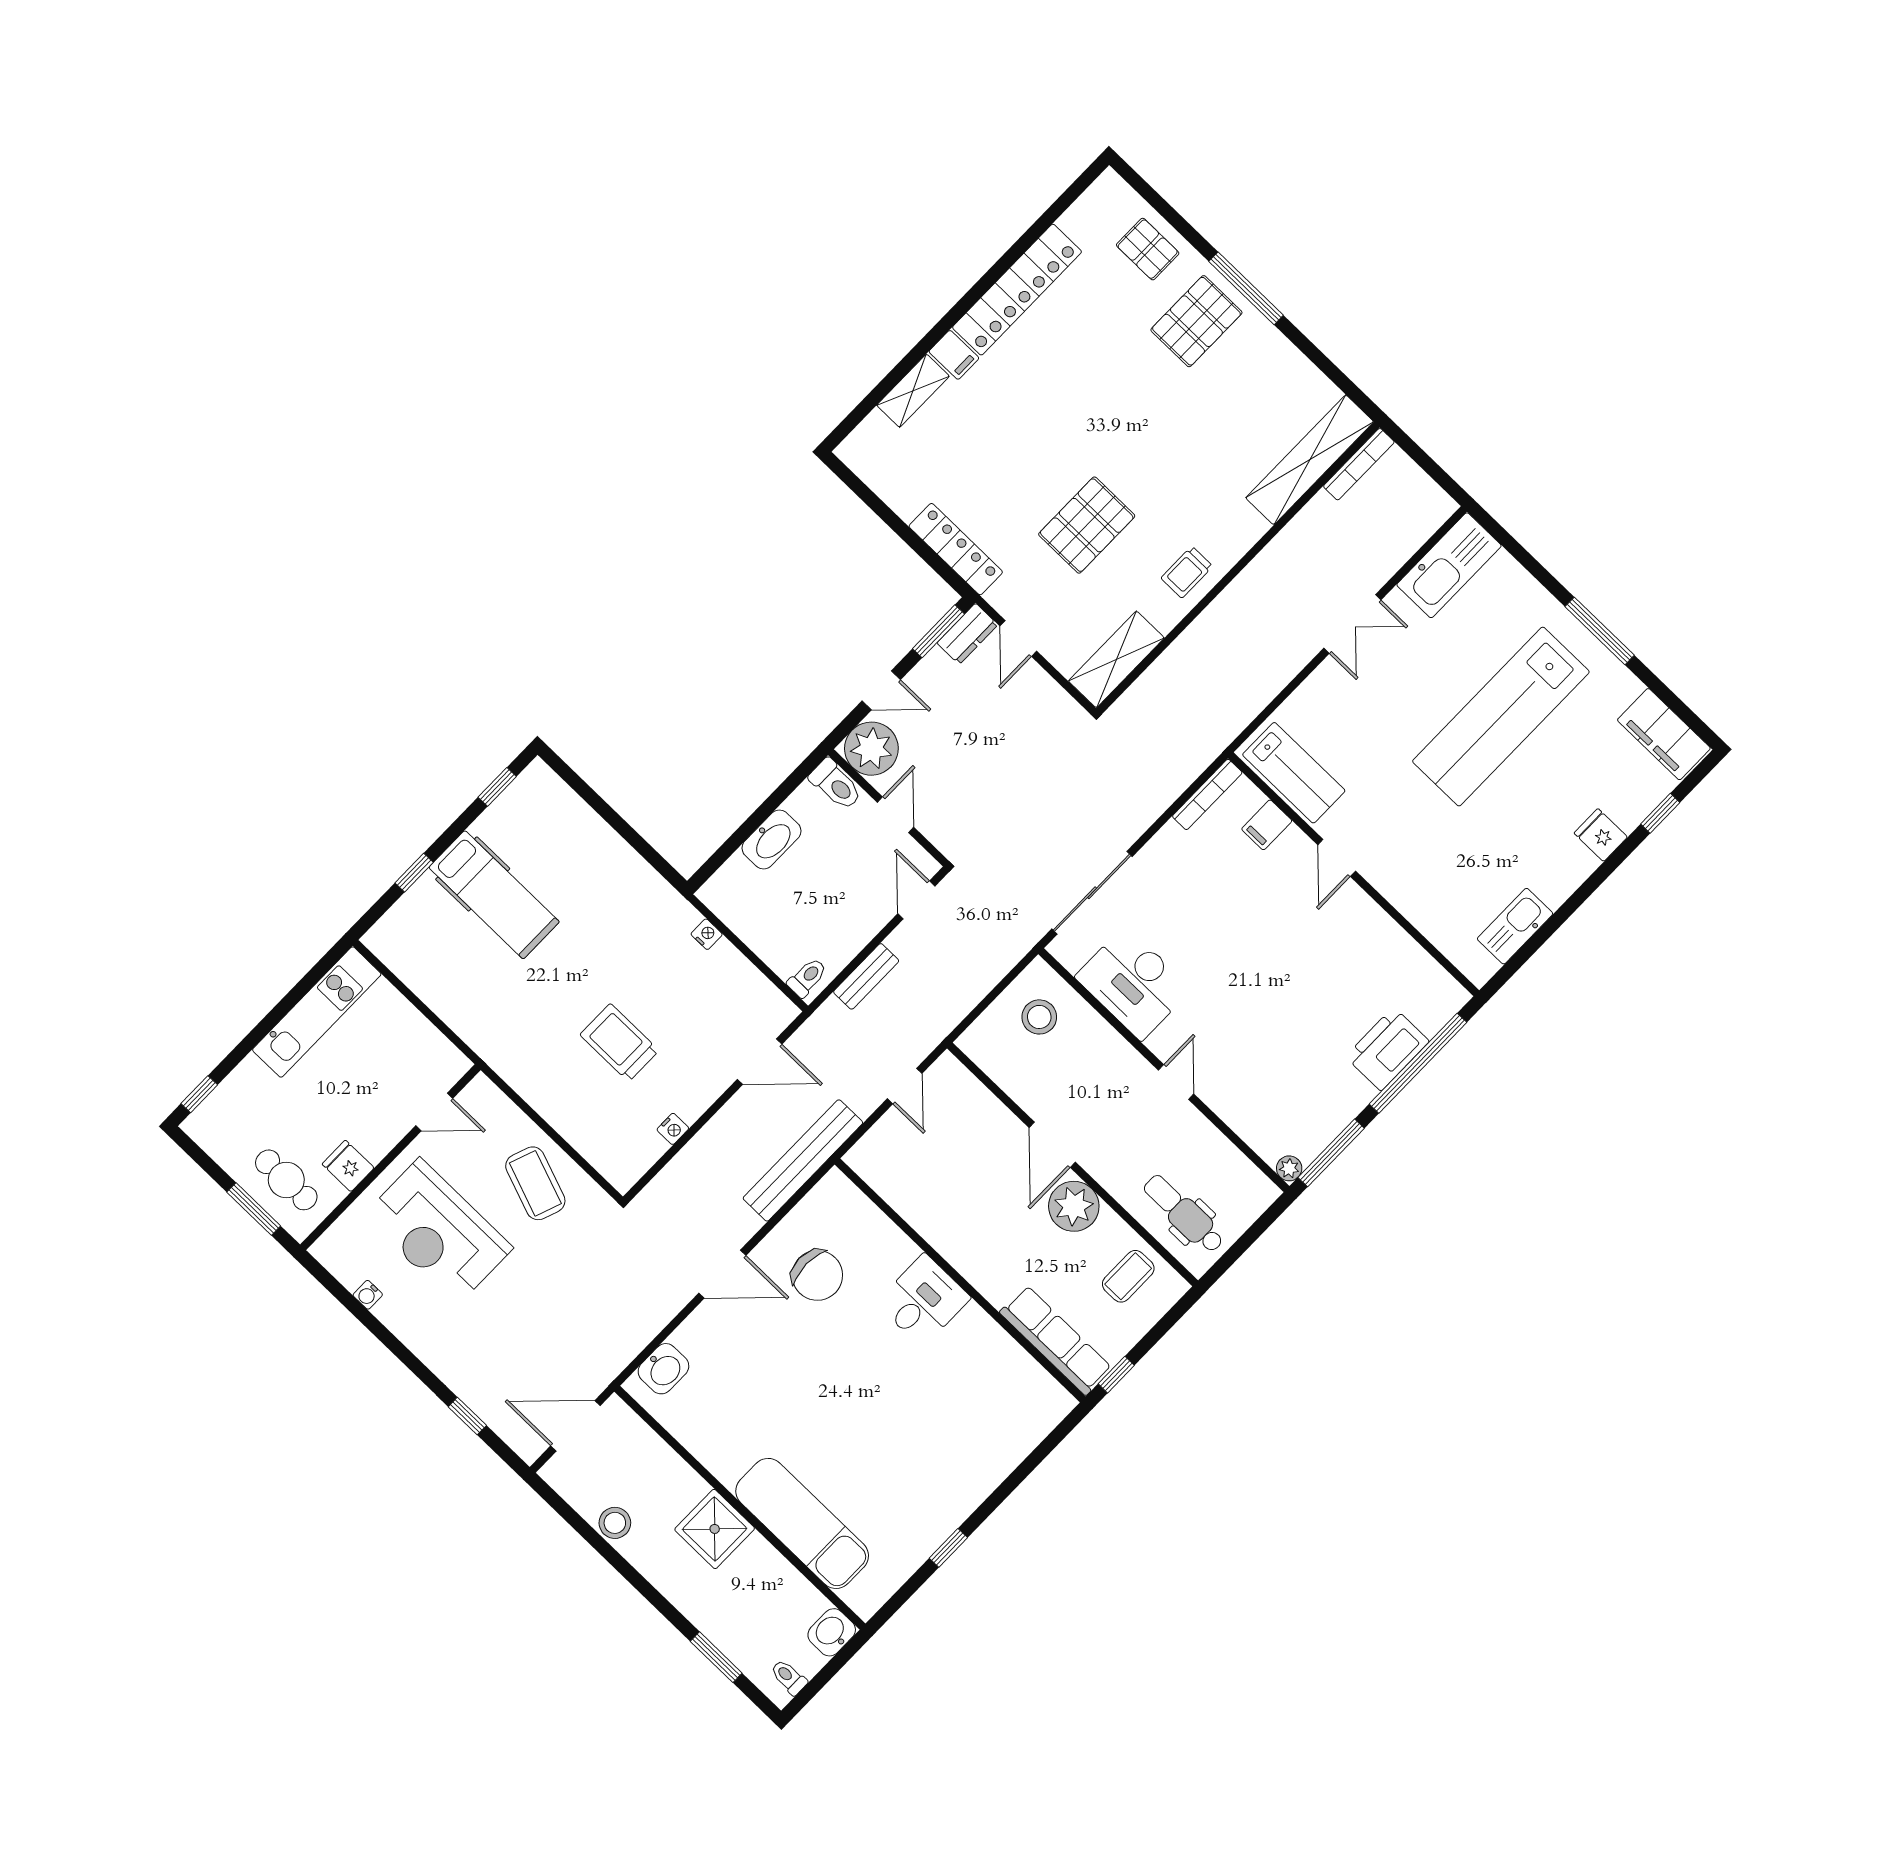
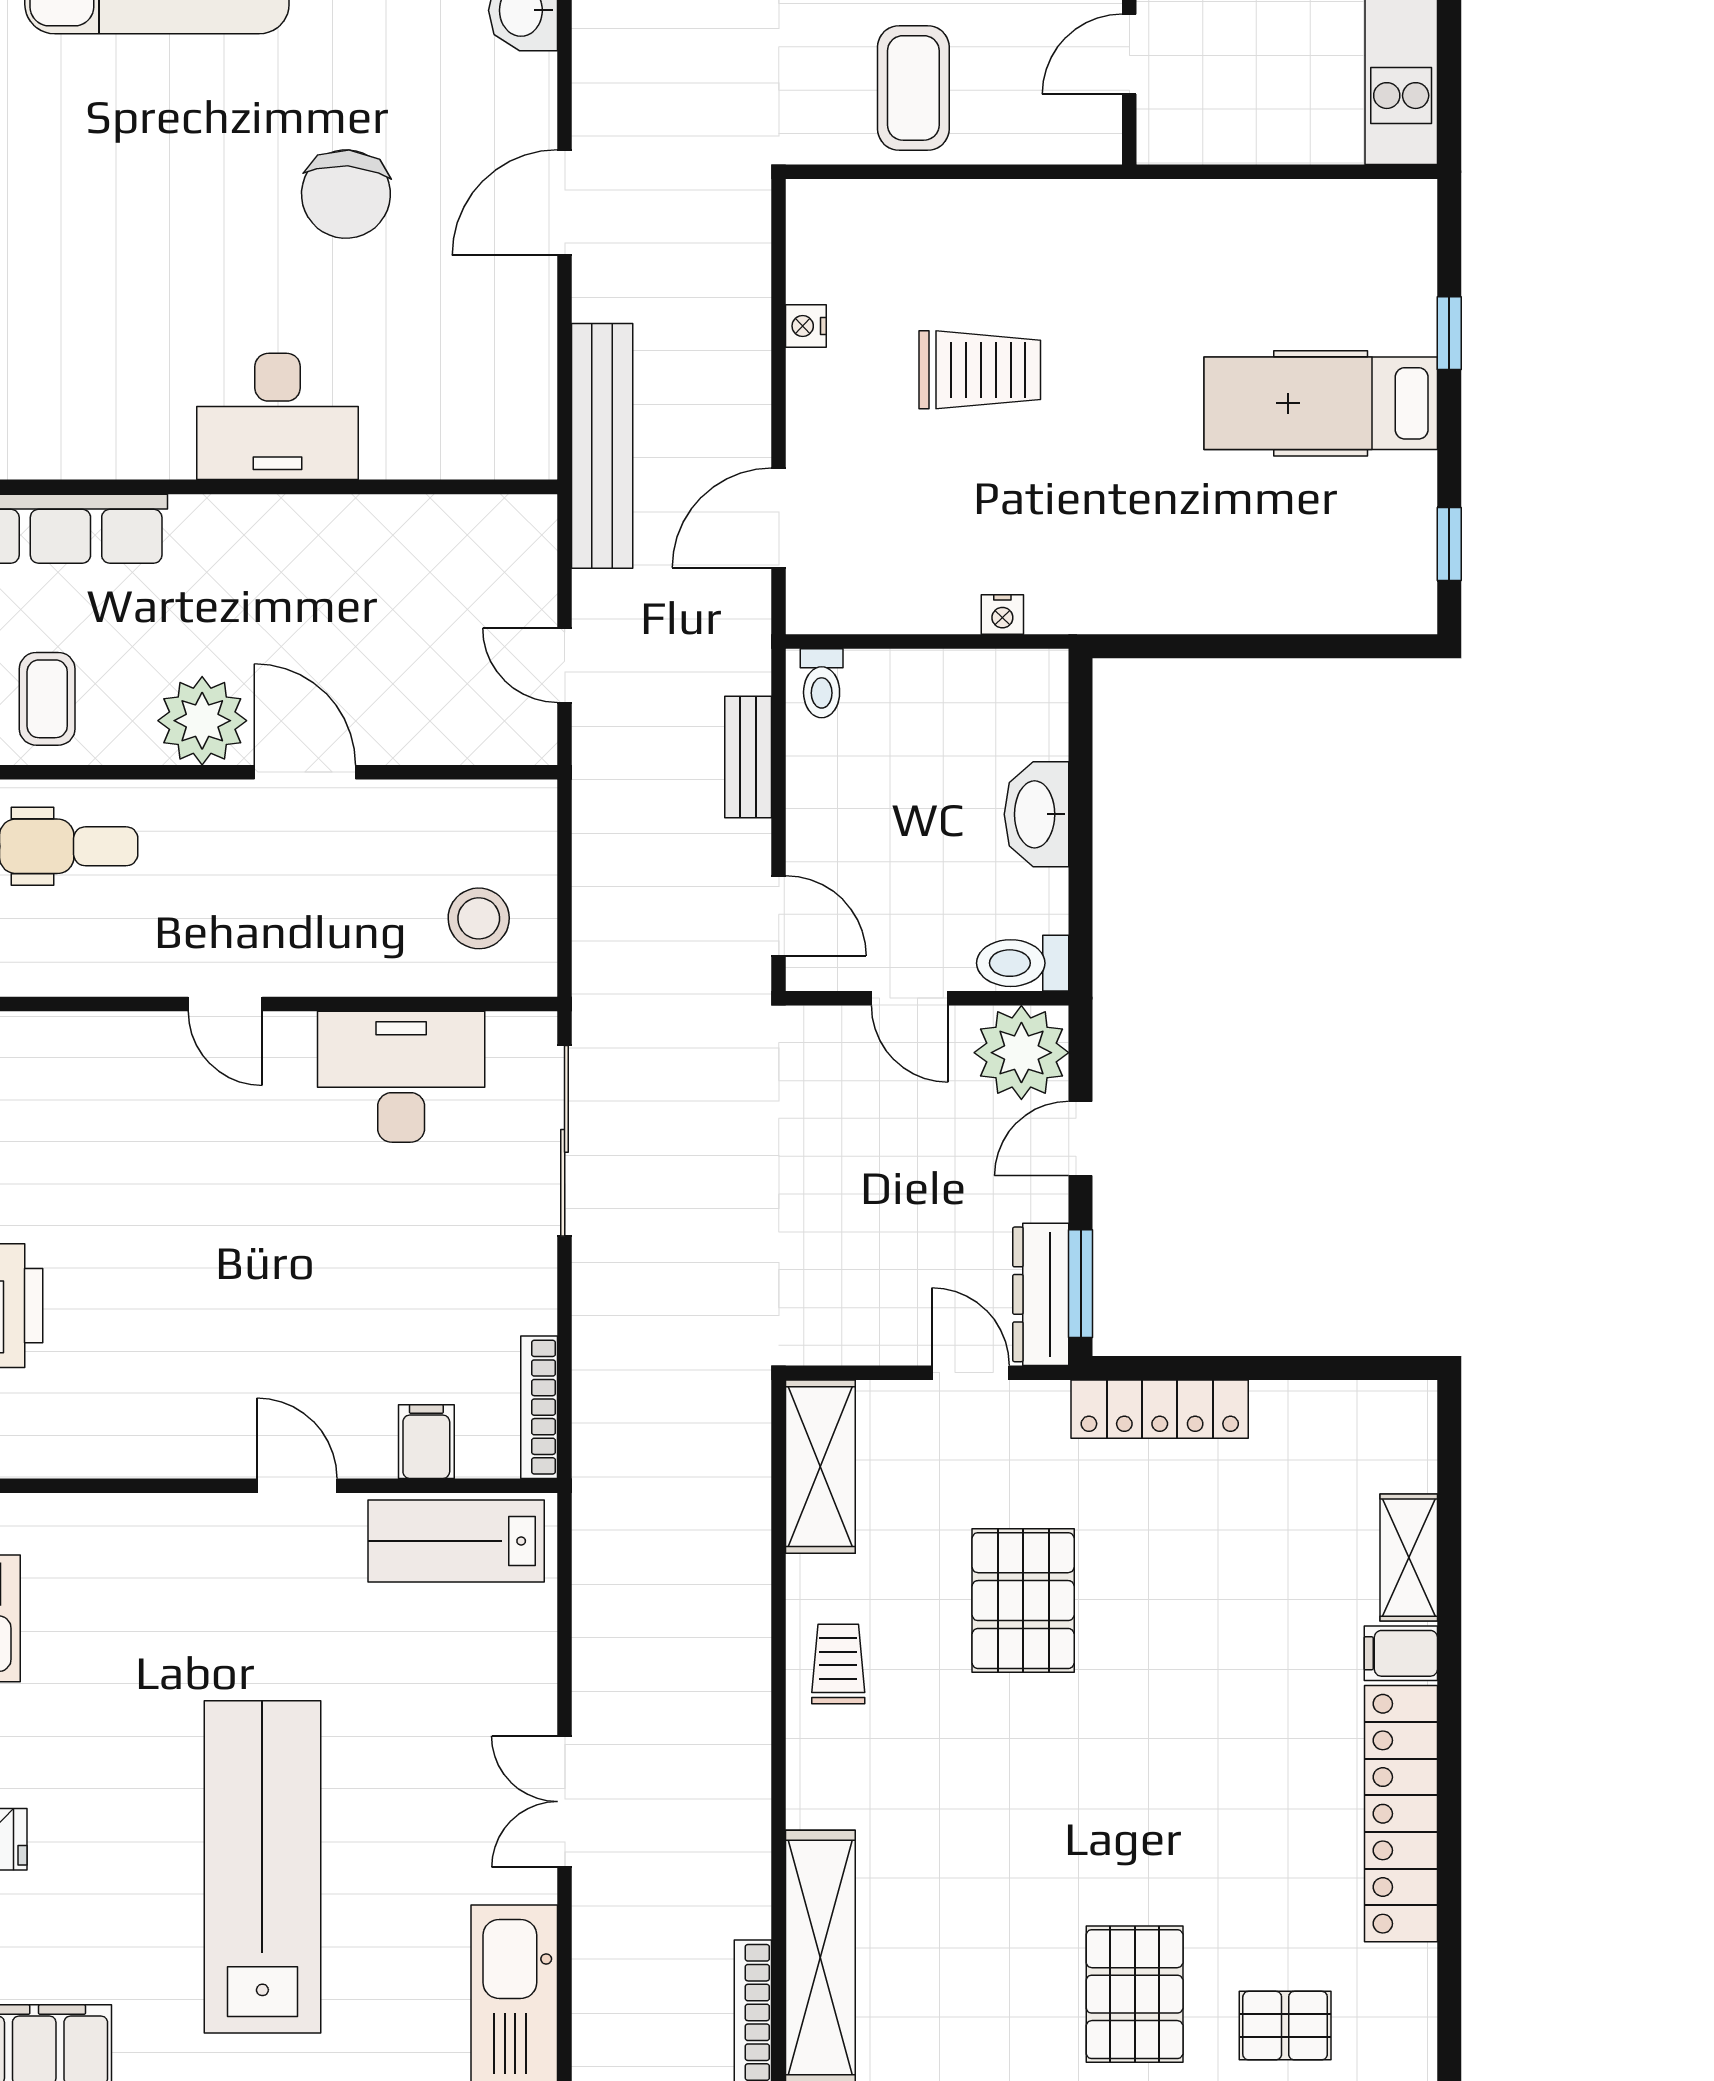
dresser: (967, 634) -> (1041, 1294), width x1.44
coffee table: (535, 1183) -> (913, 88), turned 70
chair: (817, 1275) -> (346, 194), moved, turned -86
desk: (923, 1300) -> (278, 416), width x1.37

